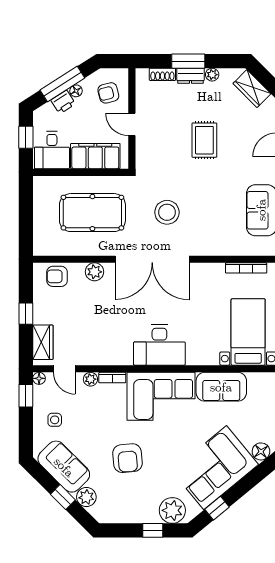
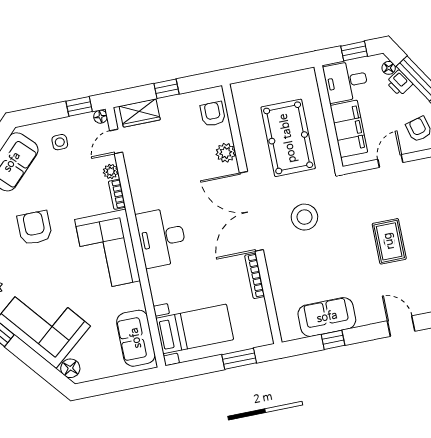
floor lamp: (76, 91) -> (389, 68), moved
rug: (204, 140) -> (389, 241), turned 90
bookcase: (246, 268) -> (255, 276), moved
sofa: (221, 387) -> (136, 338), moved
armchair: (127, 458) -> (35, 228), turned 95

